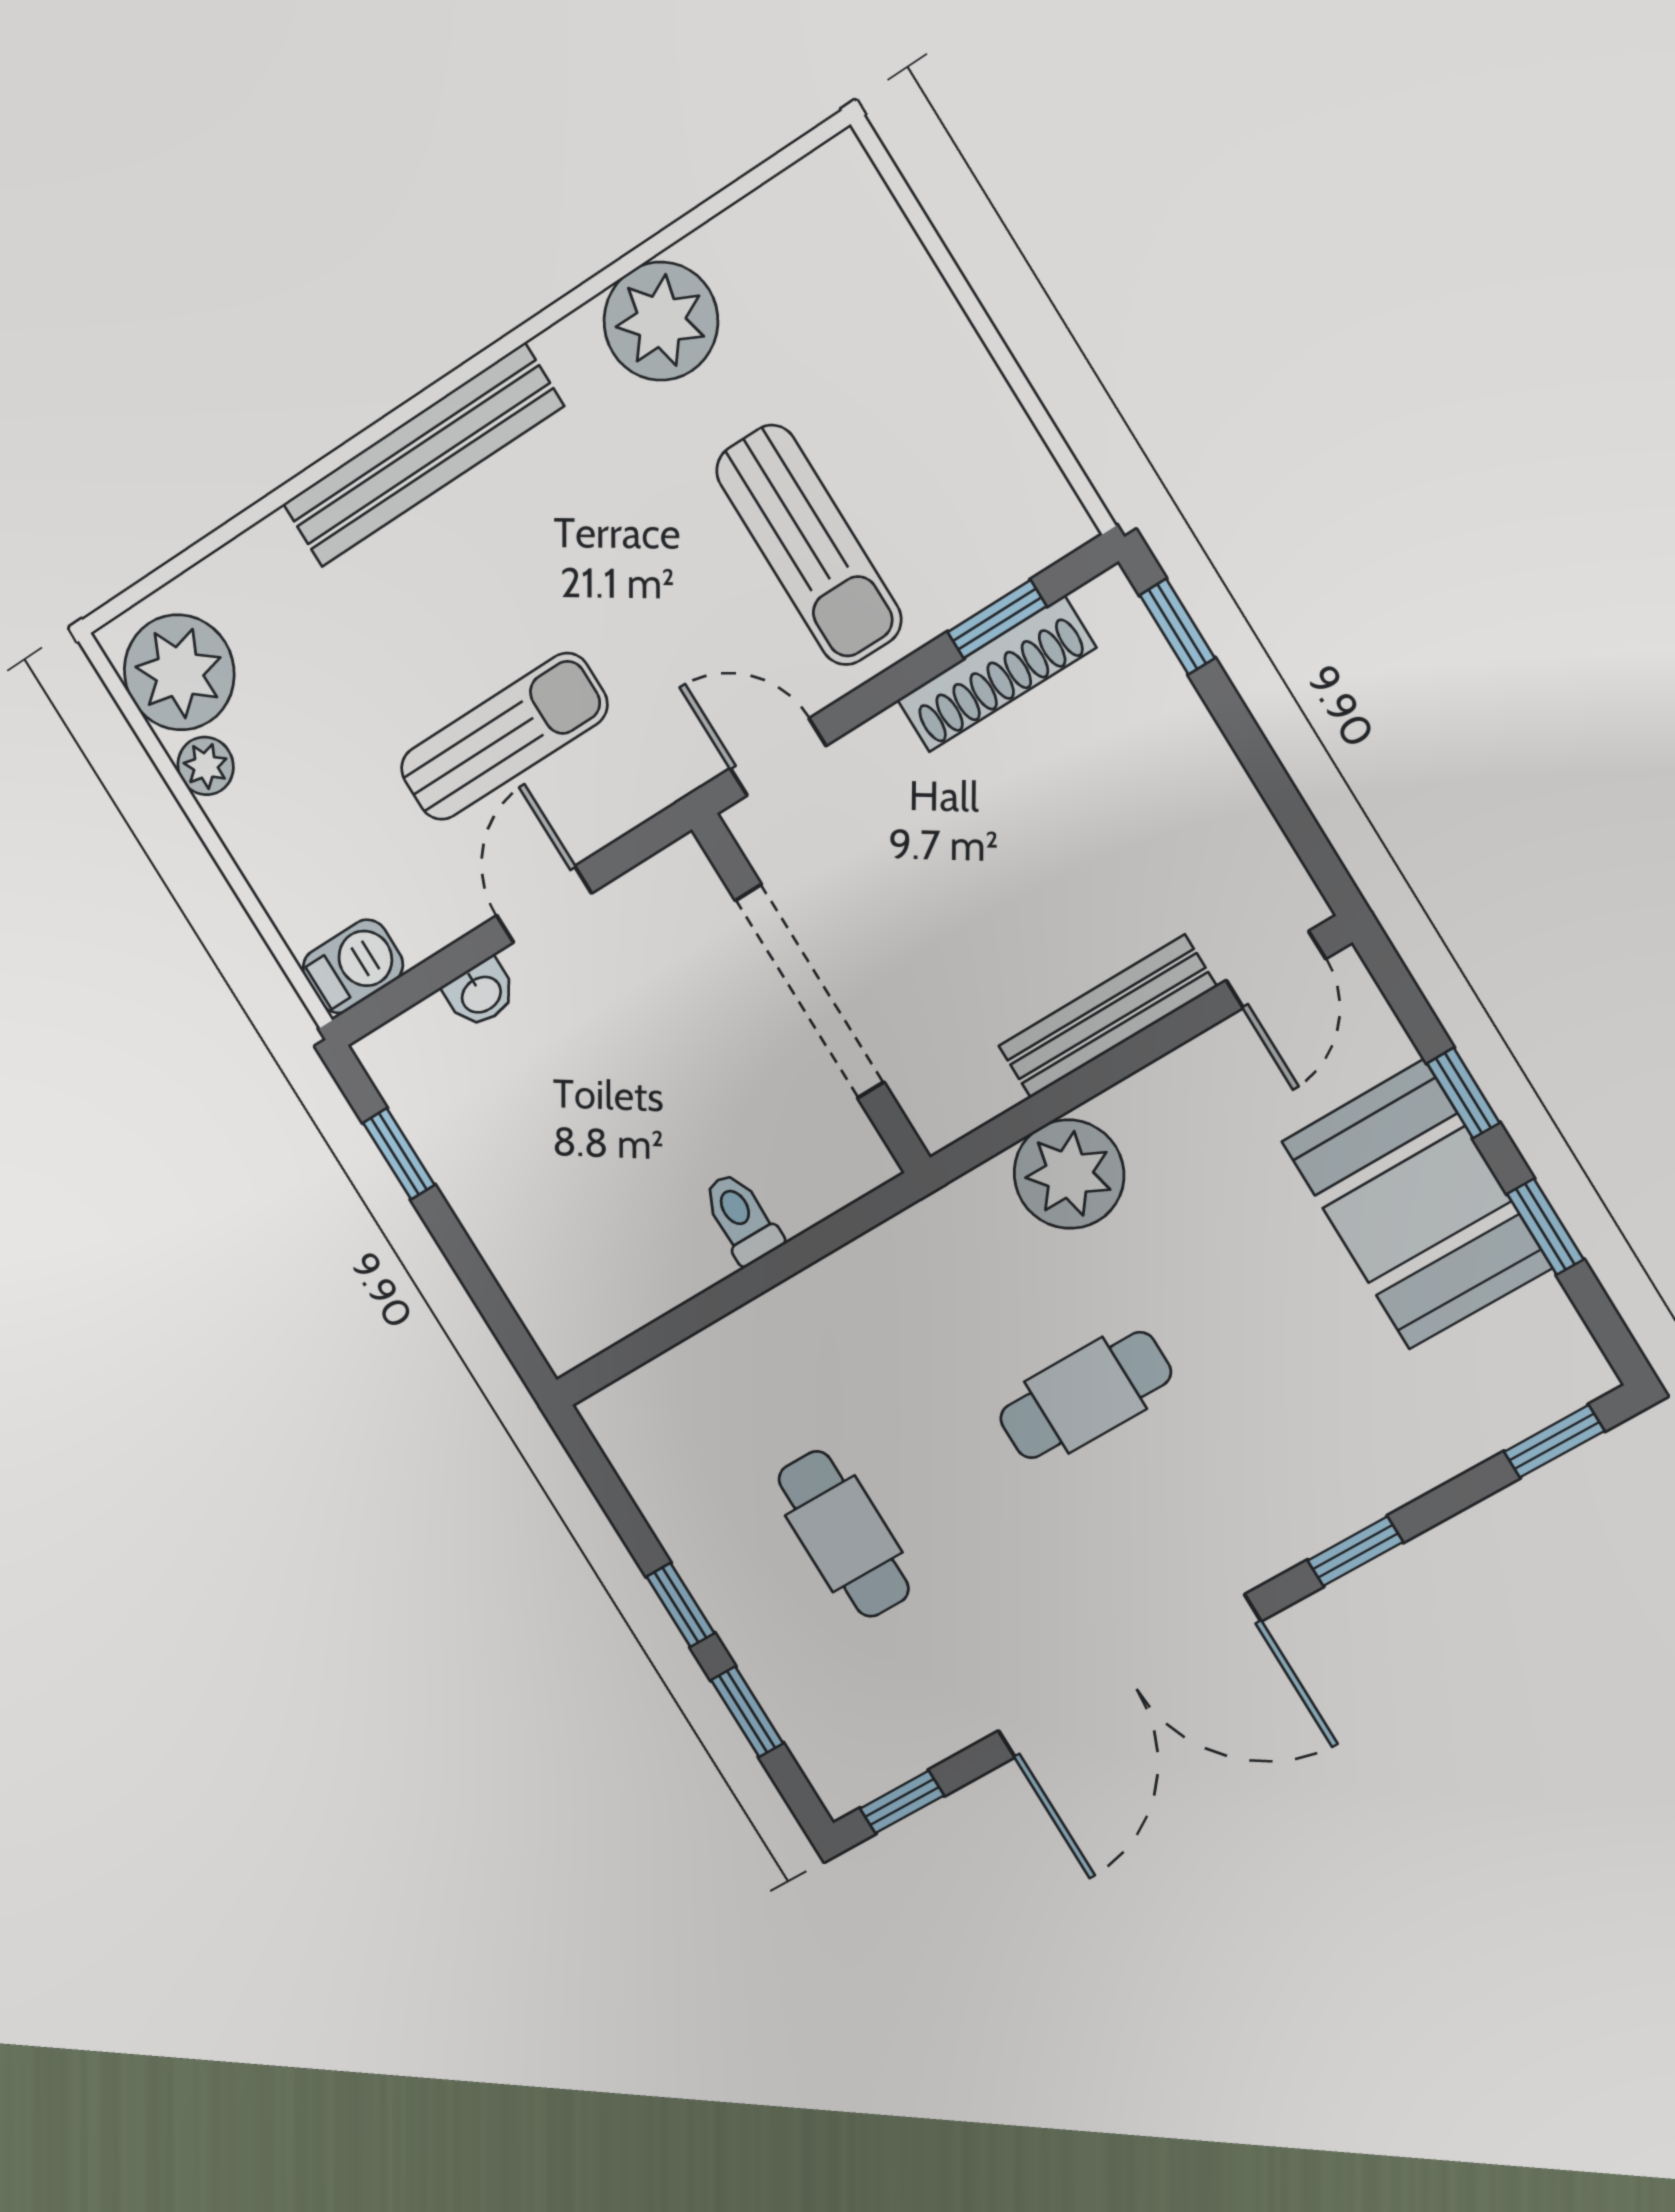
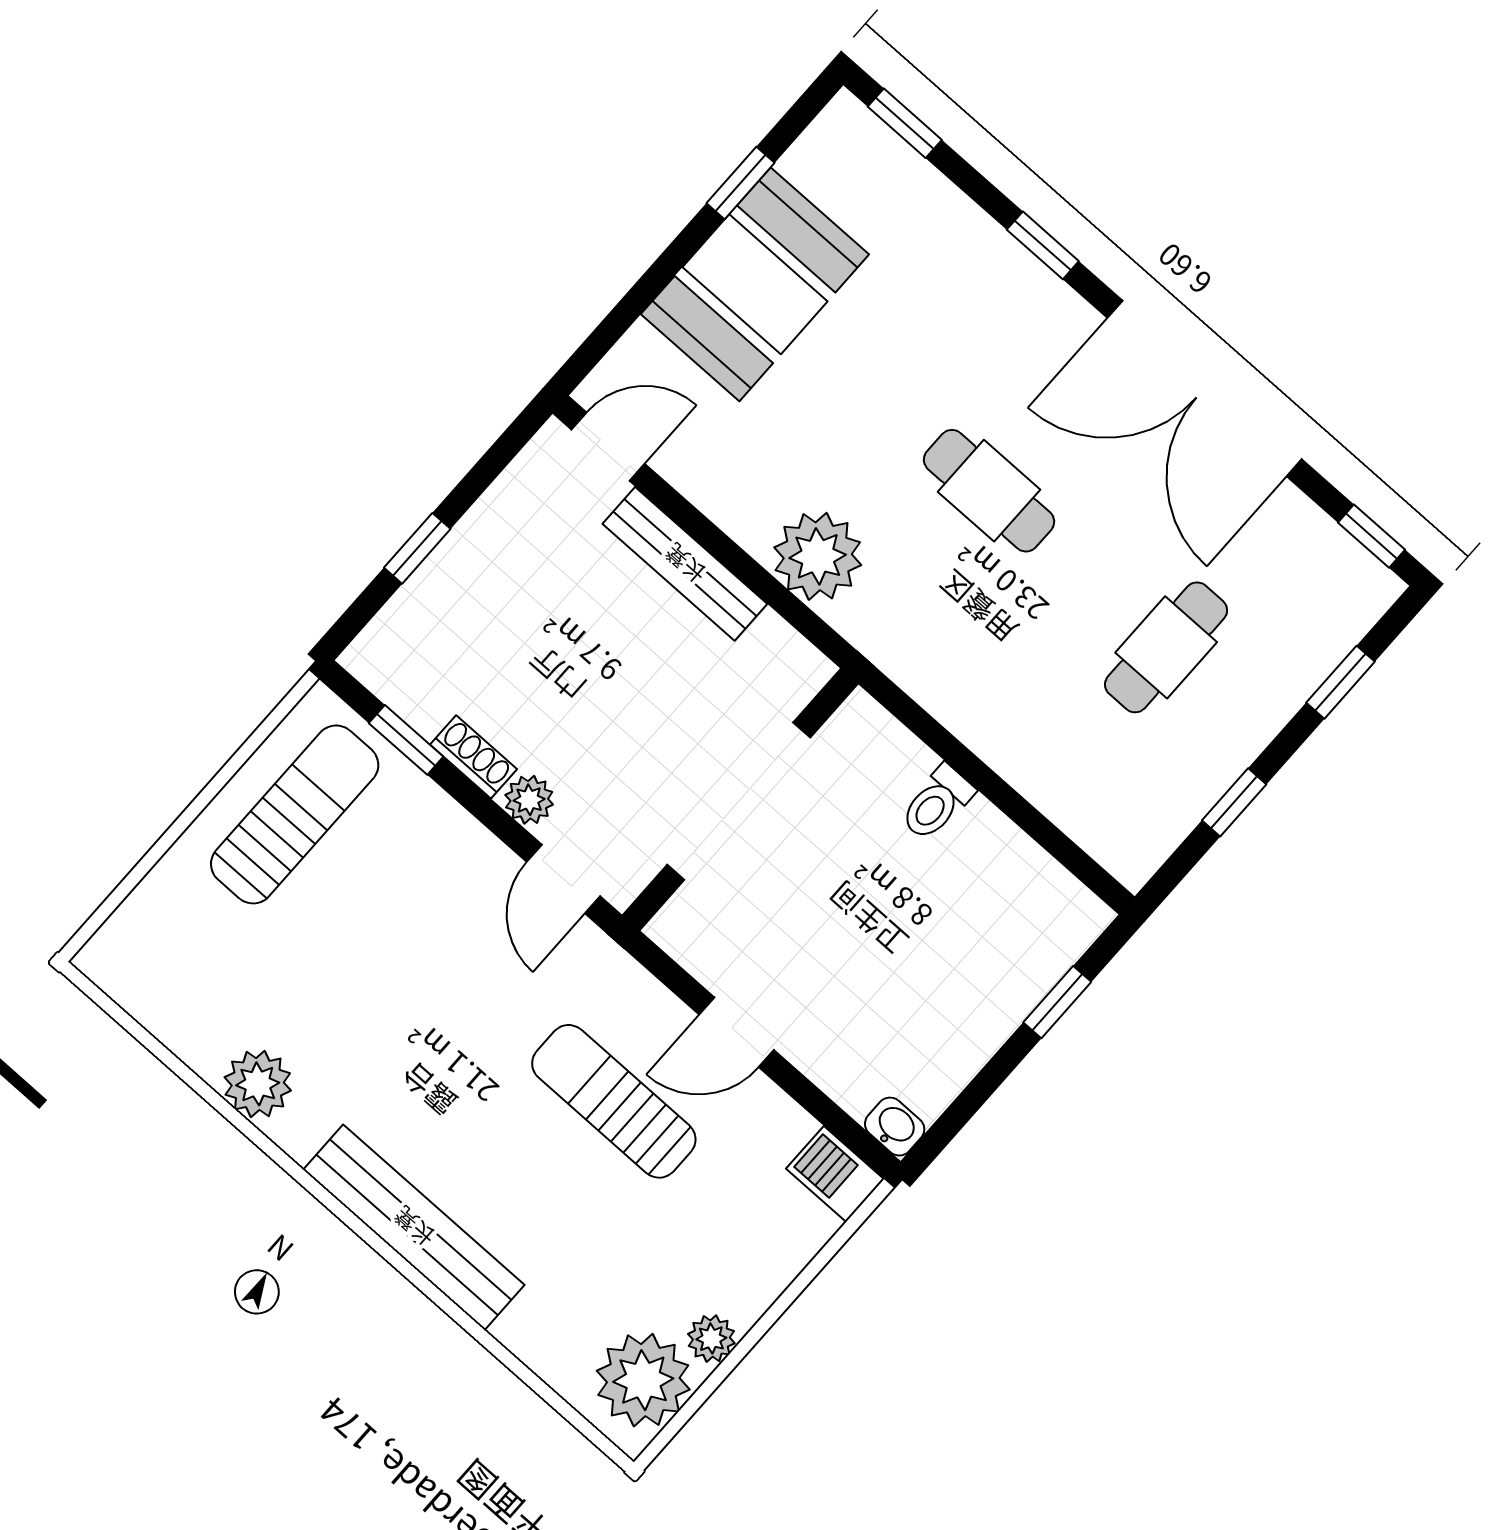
plant: (661, 321) -> (258, 1084), width x0.73, depth x0.73
sun lounger: (809, 545) -> (295, 814), moved
window: (1177, 627) -> (417, 548), moved
shoe rack: (996, 674) -> (474, 757), width x0.51, depth x0.81
plant: (883, 745) -> (529, 800), added
washbasin: (481, 993) -> (895, 1127), moved
window: (1463, 1093) -> (658, 277), removed
window: (399, 1154) -> (1057, 1002), moved
window: (680, 1605) -> (1234, 802), moved
double door: (1129, 1677) -> (1205, 388), swing flipped

